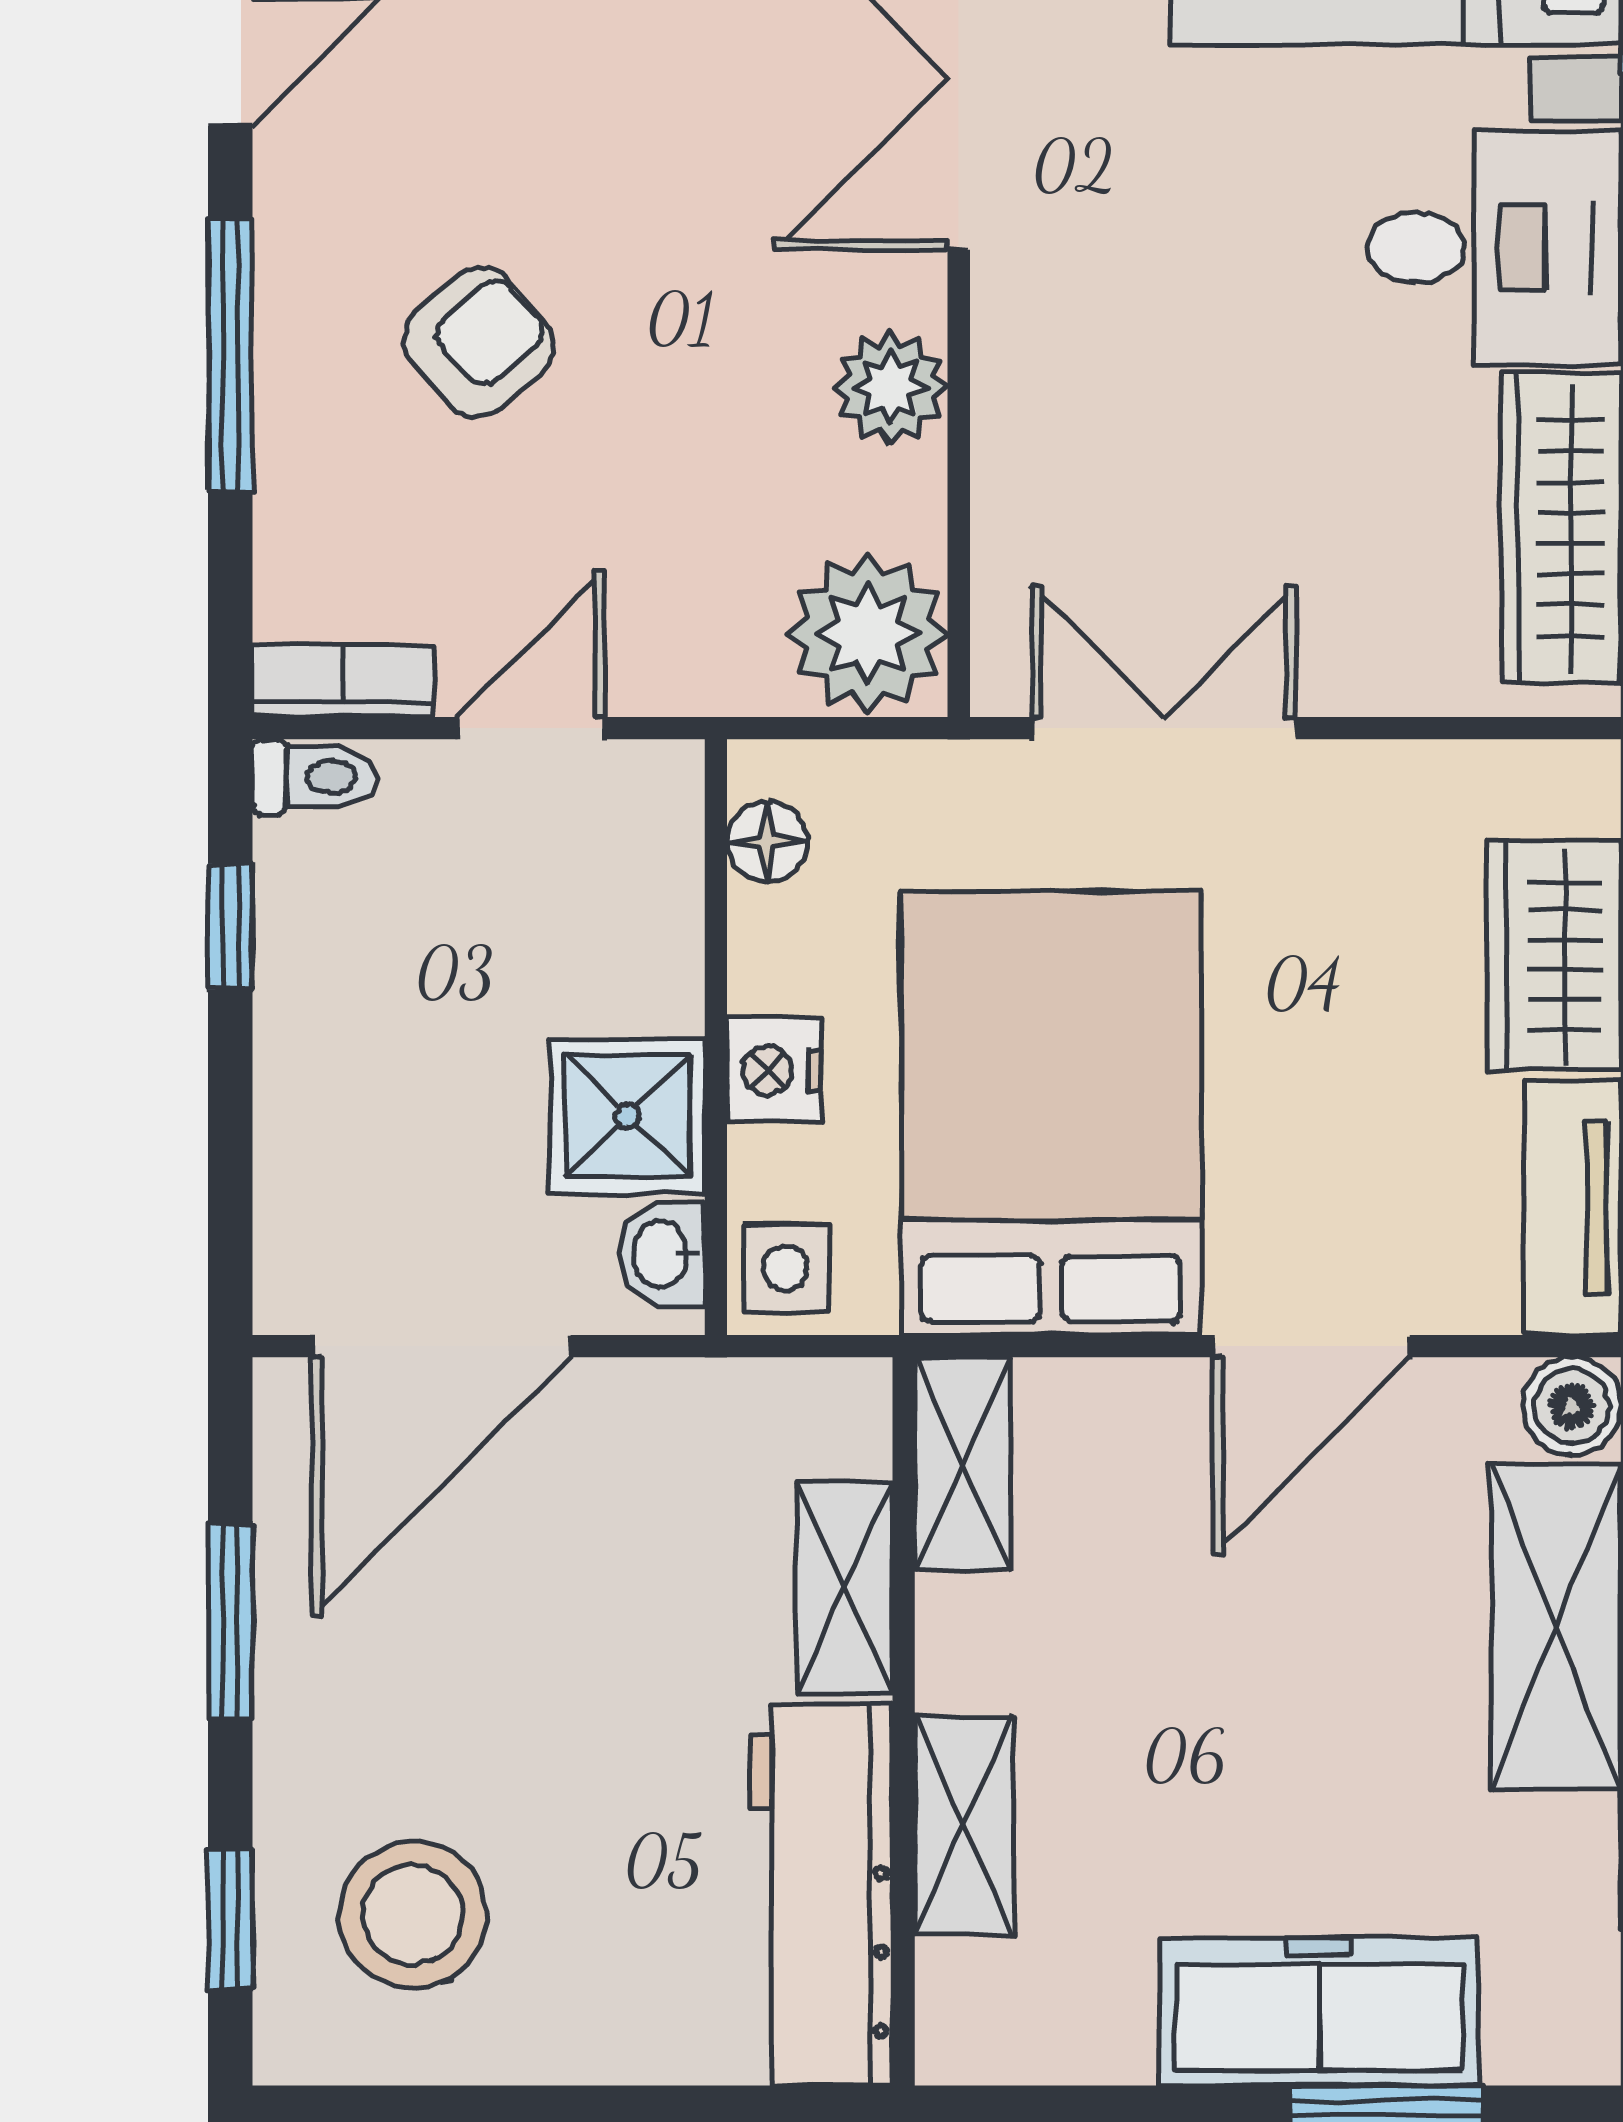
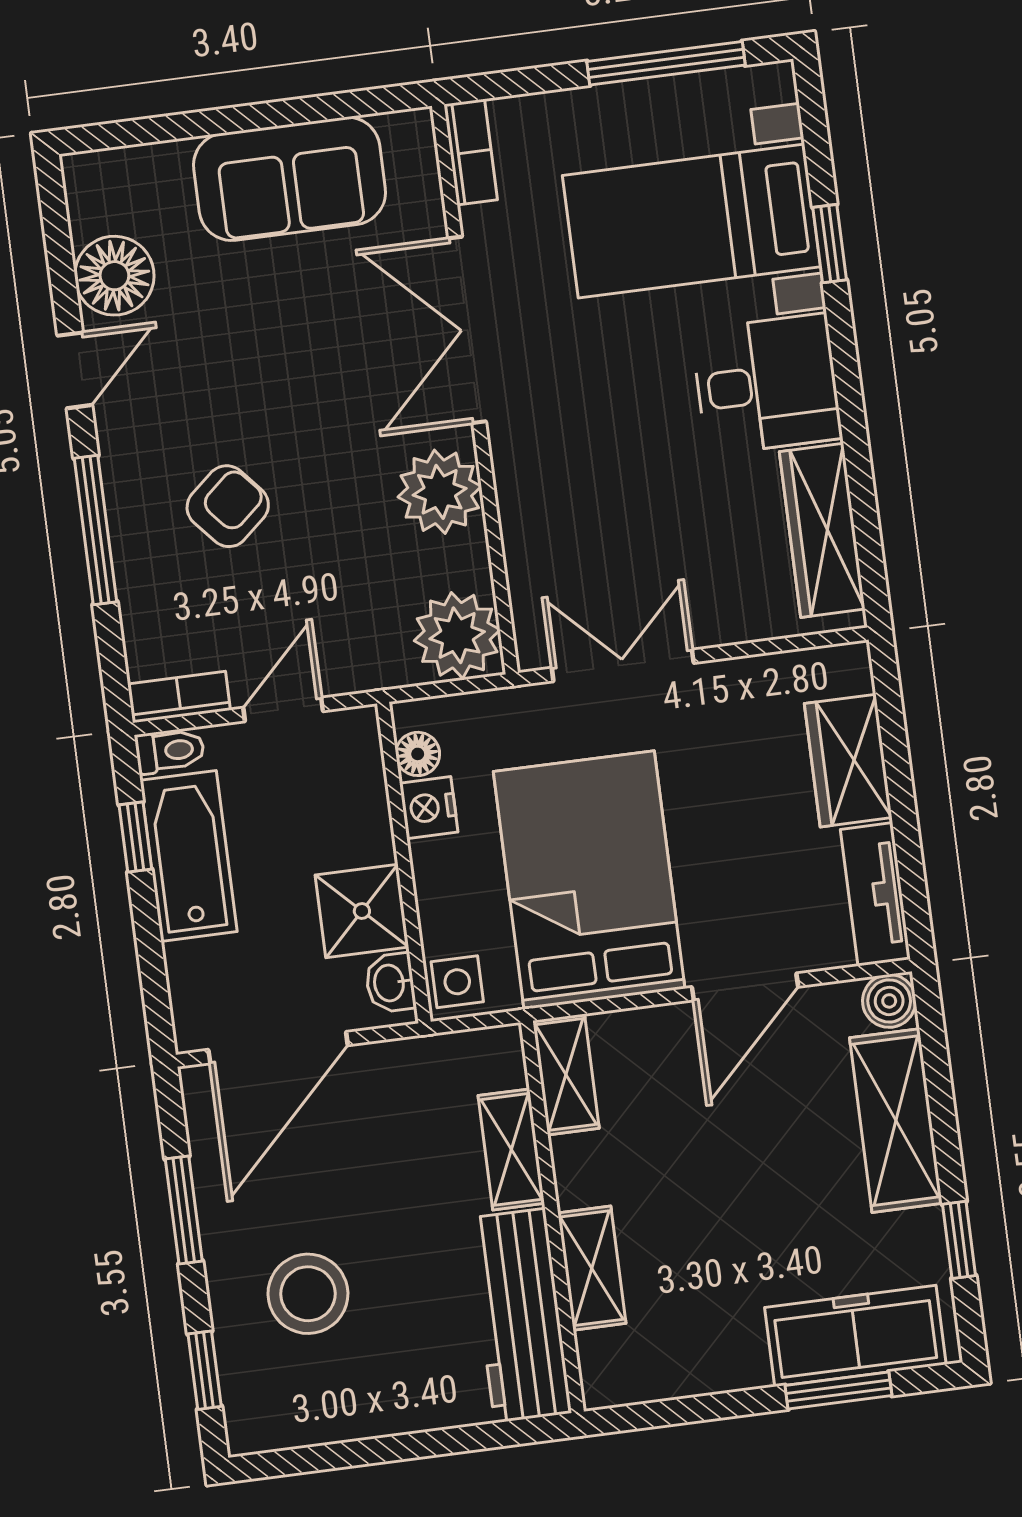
plant: (891, 387) -> (440, 492), width x1.36, depth x1.36
bathtub: (323, 974) -> (189, 856), added
nightstand: (775, 1070) -> (429, 808), moved
stool: (413, 1915) -> (308, 1294), moved
freezer: (1319, 2012) -> (855, 1336), moved

